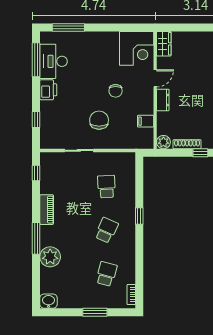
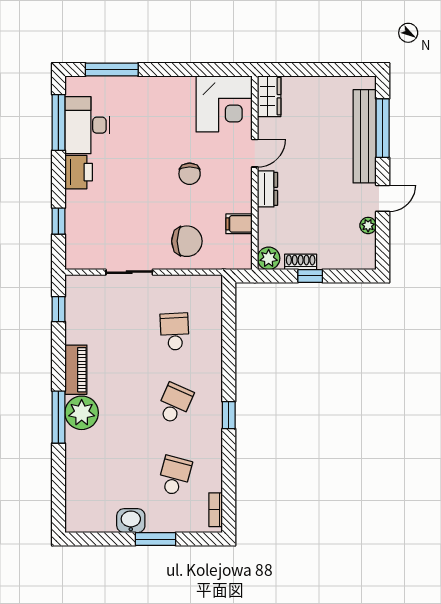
chair: (99, 120) -> (187, 241), moved, turned 90
shoe rack: (187, 144) -> (301, 262), width x0.70
window: (200, 153) -> (310, 276), moved
window: (139, 216) -> (229, 415), moved
plant: (50, 257) -> (82, 413), moved
washbasin: (49, 301) -> (131, 521), moved

